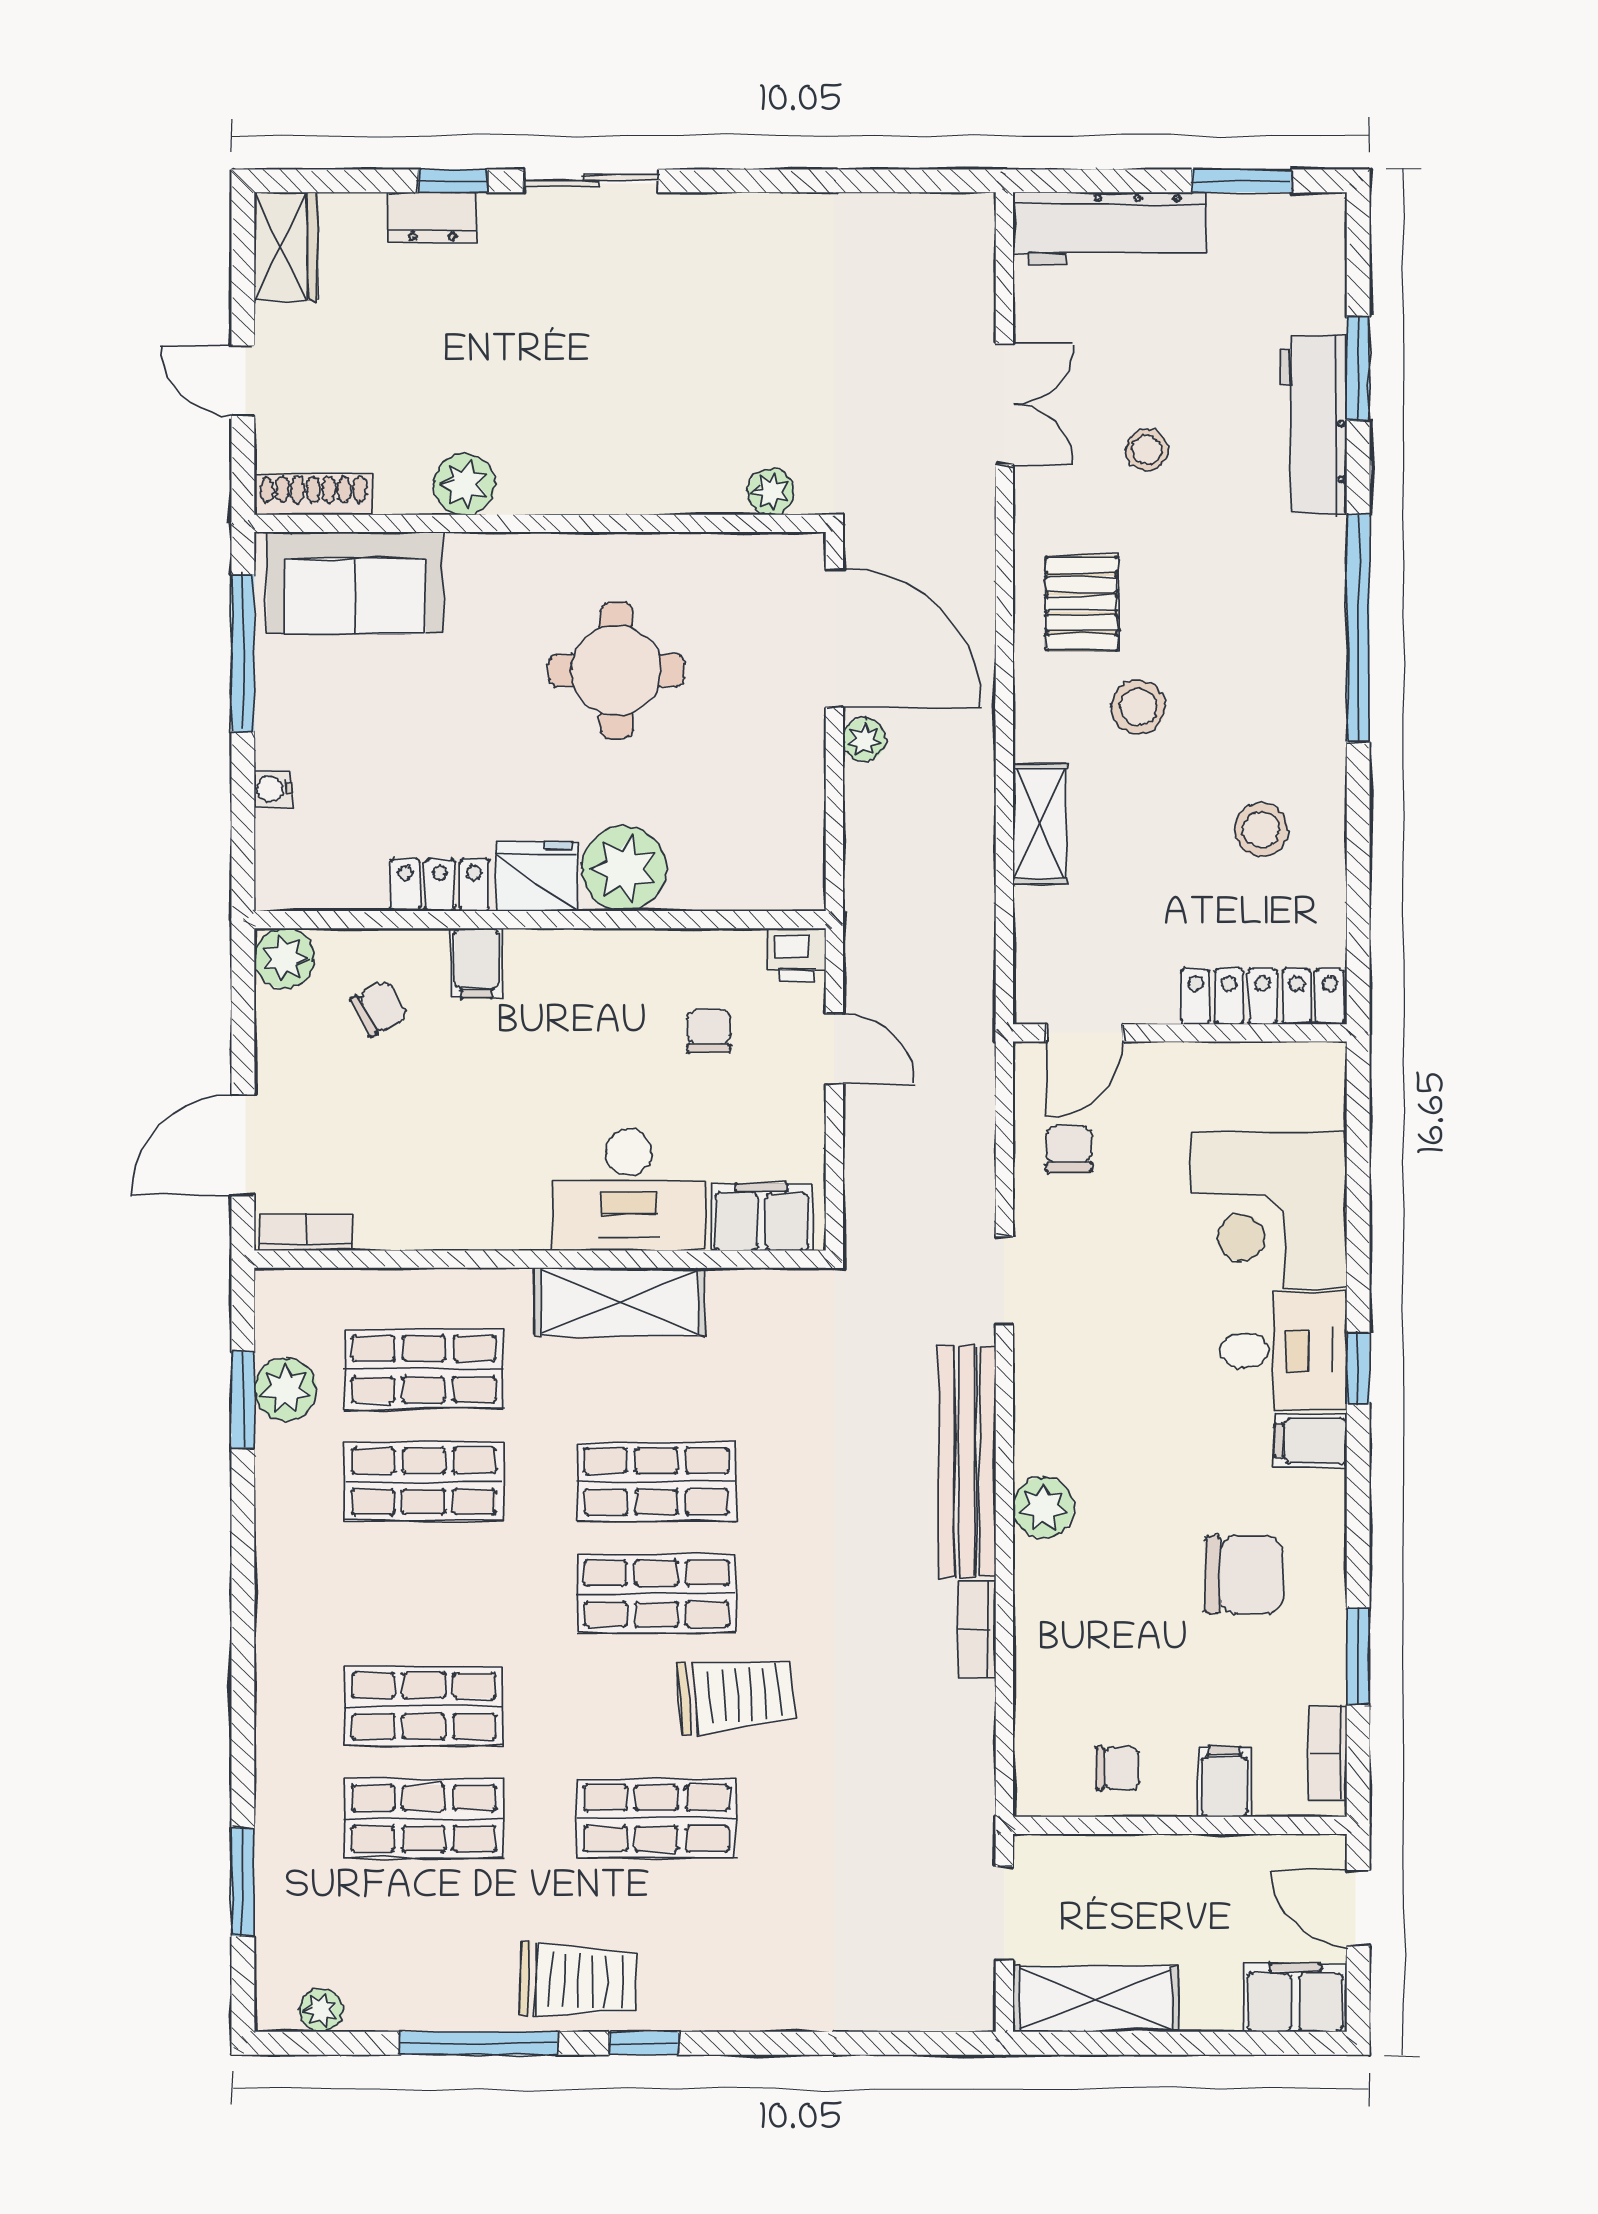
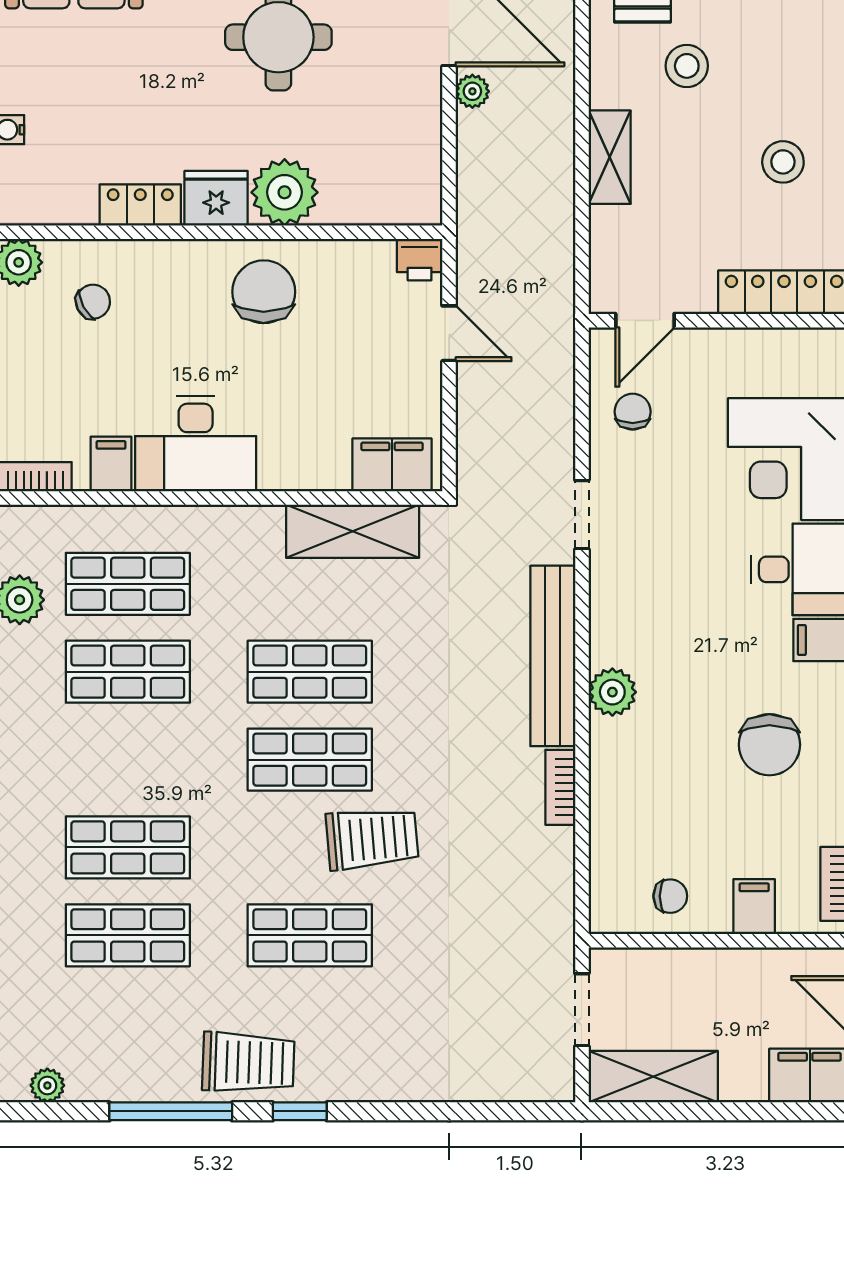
filing cabinet: (477, 963) -> (111, 464), moved, turned 180
chair: (709, 1031) -> (264, 292), moved, width x1.87, depth x1.87
desk: (629, 1190) -> (196, 444), moved
shelving: (620, 1302) -> (353, 531), moved
chair: (1244, 1575) -> (769, 745), turned 90

